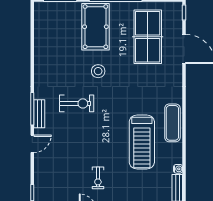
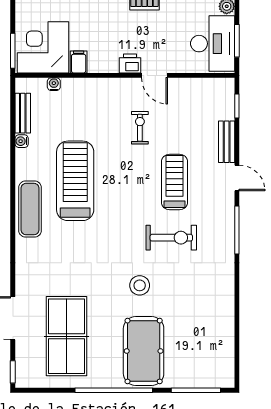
exercise bike: (77, 103) -> (171, 238), turned 180
bench: (39, 114) -> (227, 142), moved
treadmill: (75, 141) -> (175, 182), added
door: (32, 144) -> (237, 178), swing flipped

